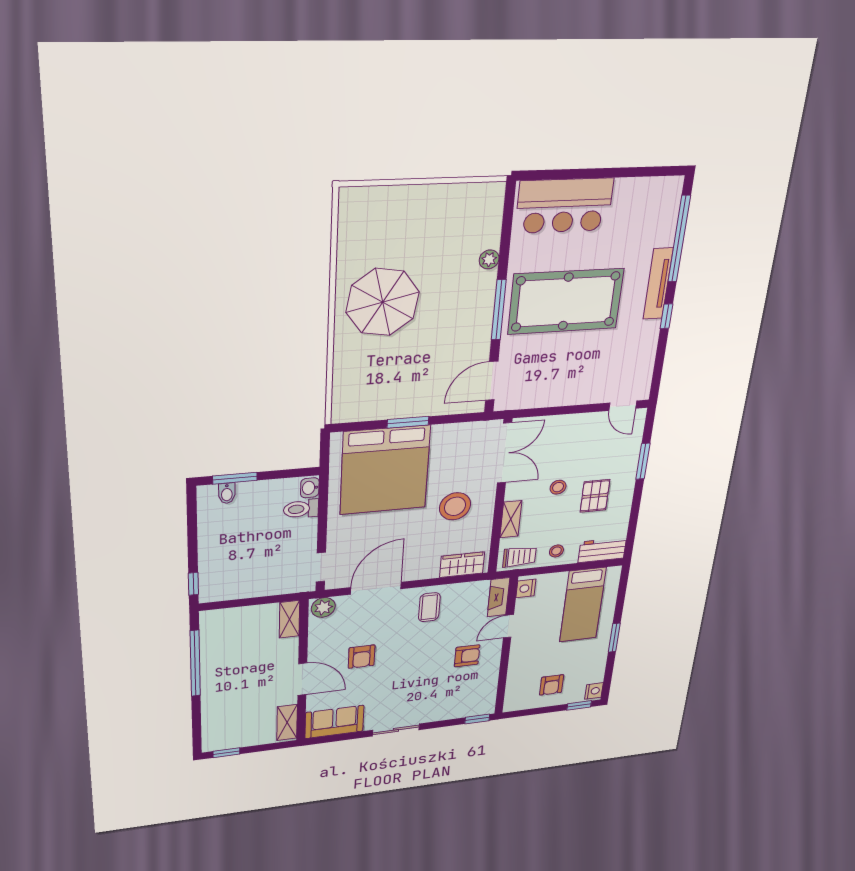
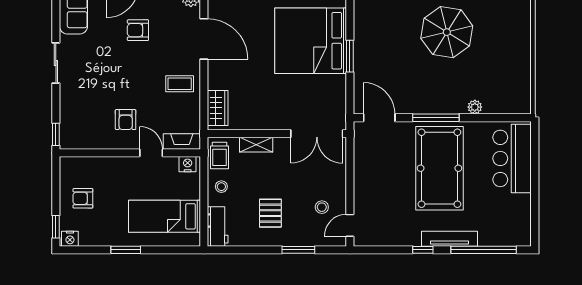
stool: (558, 487) -> (322, 207), moved
pallet: (595, 496) -> (270, 213), turned 90
stool: (455, 506) -> (273, 98), removed

